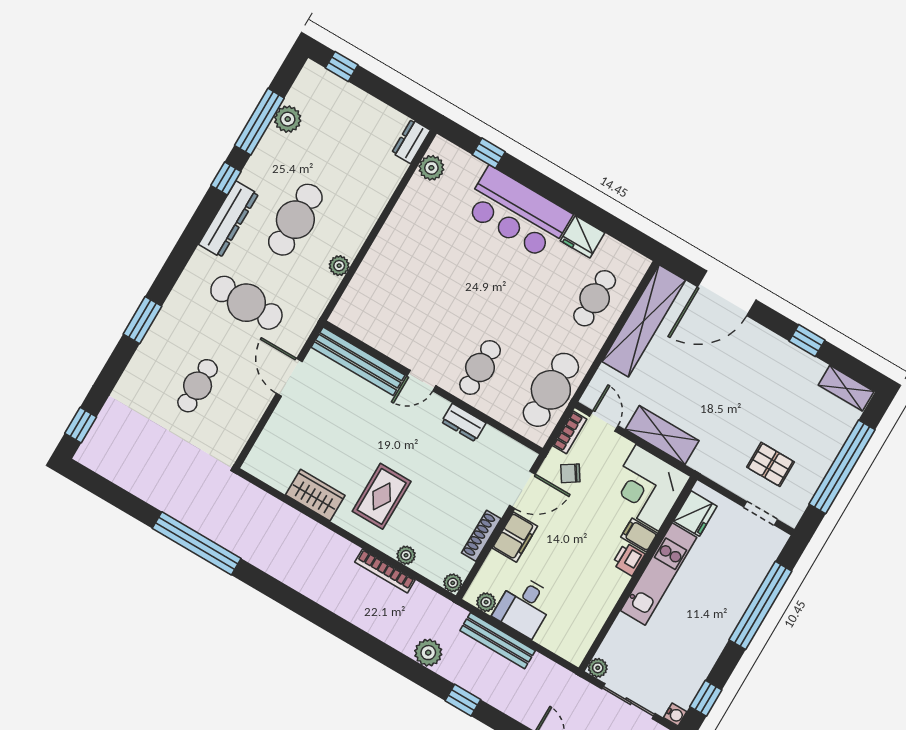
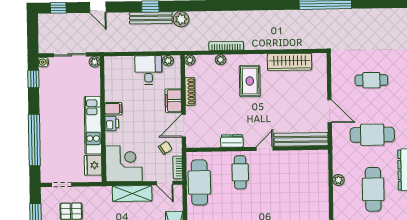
cafe table: (198, 386) -> (371, 80), turned 90
wardrobe: (315, 495) -> (290, 62), width x1.50
filing cabinet: (639, 535) -> (113, 109), moved
bench: (498, 641) -> (151, 18), moved

